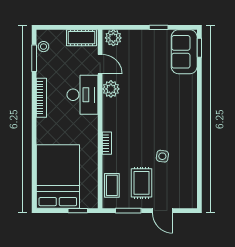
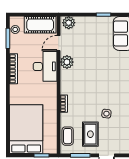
cot: (82, 38) -> (40, 25), width x1.37, depth x1.34
door: (100, 64) -> (59, 43), swing flipped

